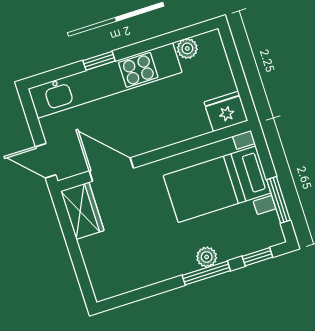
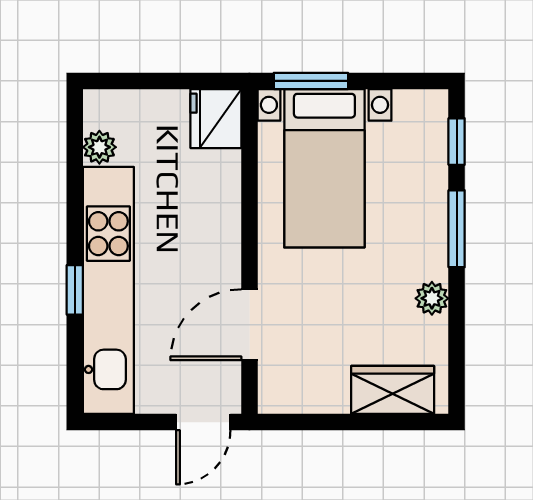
window: (278, 200) -> (311, 81), moved
wardrobe: (82, 211) -> (393, 390), moved
plant: (207, 257) -> (432, 298), moved

